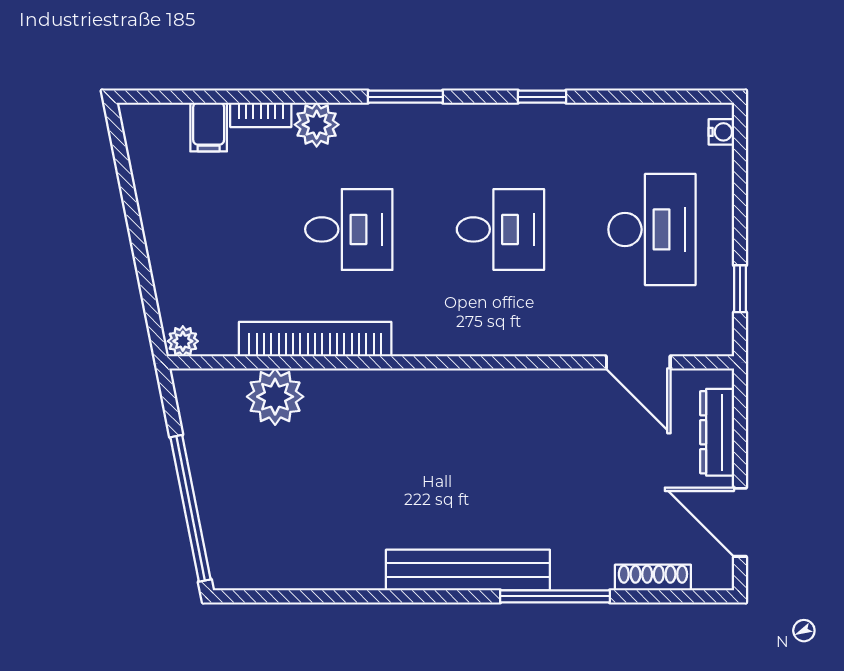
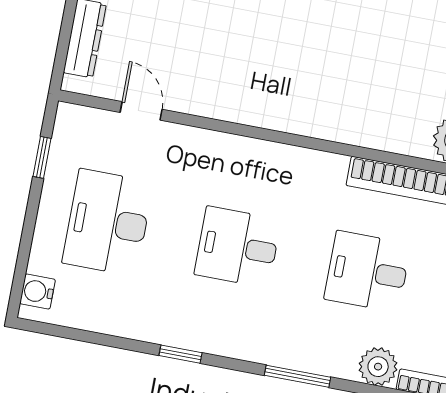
water cooler: (721, 132) -> (38, 291), width x1.38, depth x1.38
door: (638, 362) -> (141, 111), width x0.73

